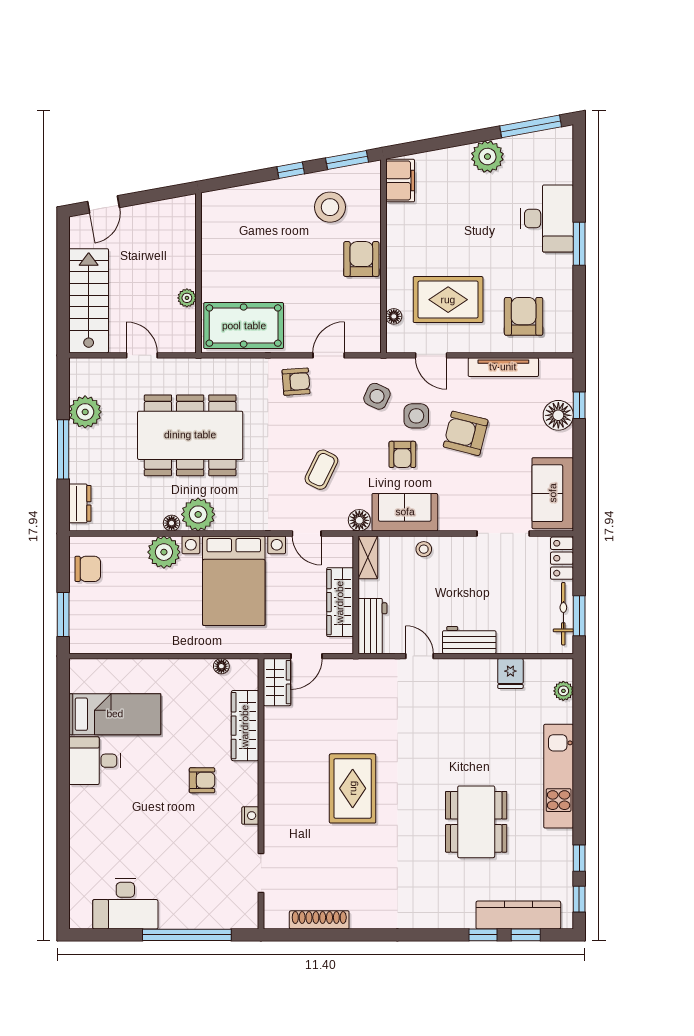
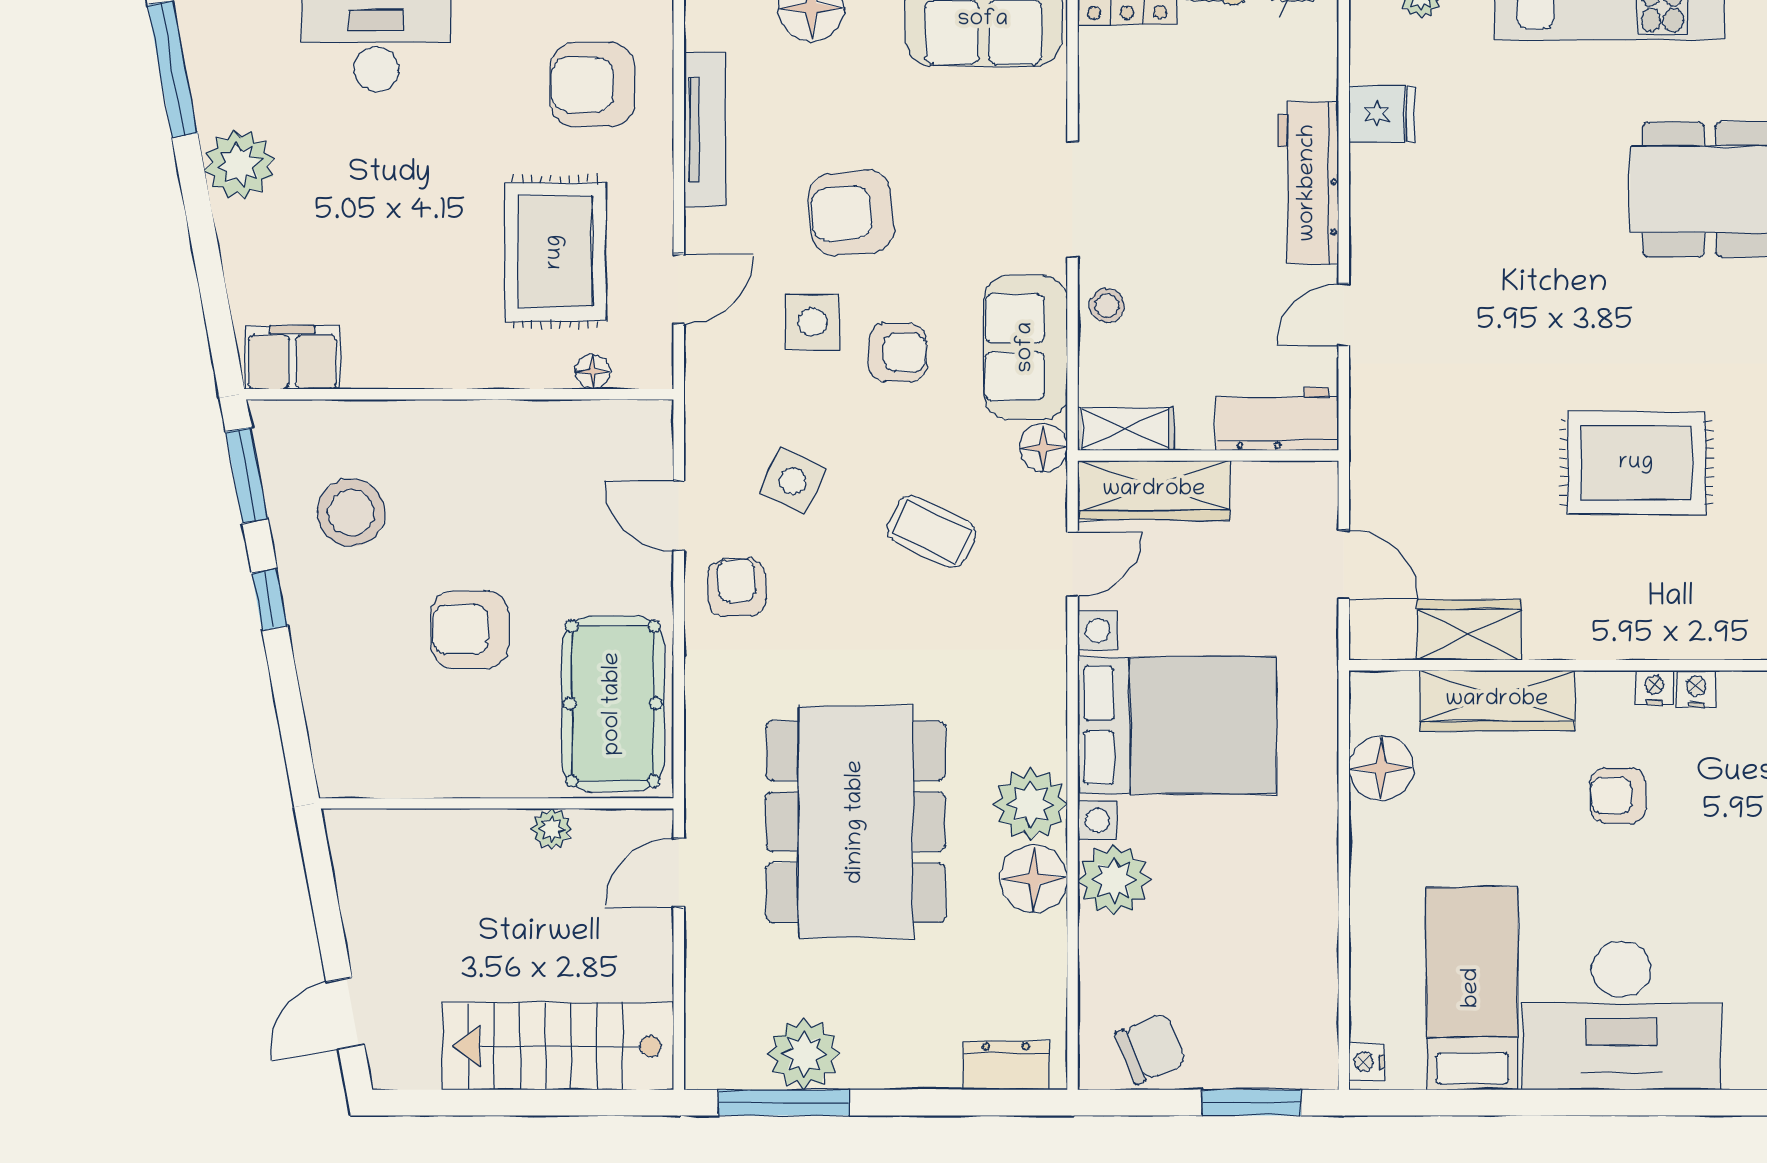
door: (104, 204) -> (345, 1013), swing flipped
armchair: (361, 259) -> (470, 629), moved
door: (142, 355) -> (679, 873), moved
side table: (377, 396) -> (792, 481), moved
armchair: (466, 433) -> (851, 213), turned 71
window: (63, 449) -> (784, 1103), moved
floor lamp: (172, 523) -> (1034, 879), width x1.89, depth x1.89
doorway: (503, 533) -> (1073, 199), moved
chair: (88, 569) -> (1151, 1048), turned 67
wardrobe: (340, 602) -> (1154, 490), moved
workbench: (469, 640) -> (1308, 183), width x1.37
nightstand: (82, 666) -> (1367, 1062), added
floor lamp: (221, 666) -> (1381, 768), width x1.89, depth x1.89
wardrobe: (277, 682) -> (1469, 630), moved
desk: (95, 761) -> (1621, 1015), width x1.87, depth x1.30
armchair: (202, 780) -> (1618, 796), turned -90
nightstand: (251, 797) -> (1654, 688), added

